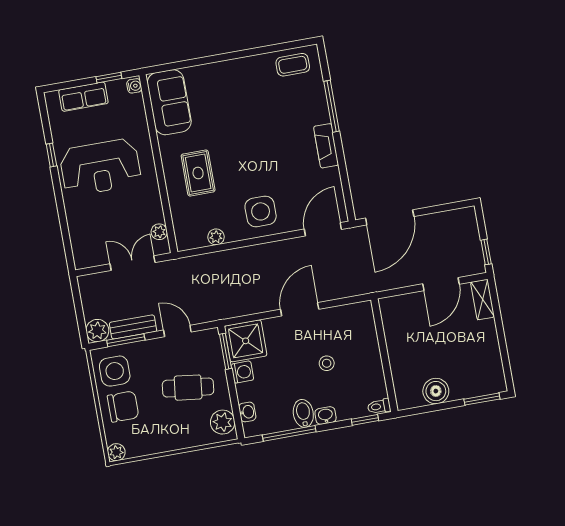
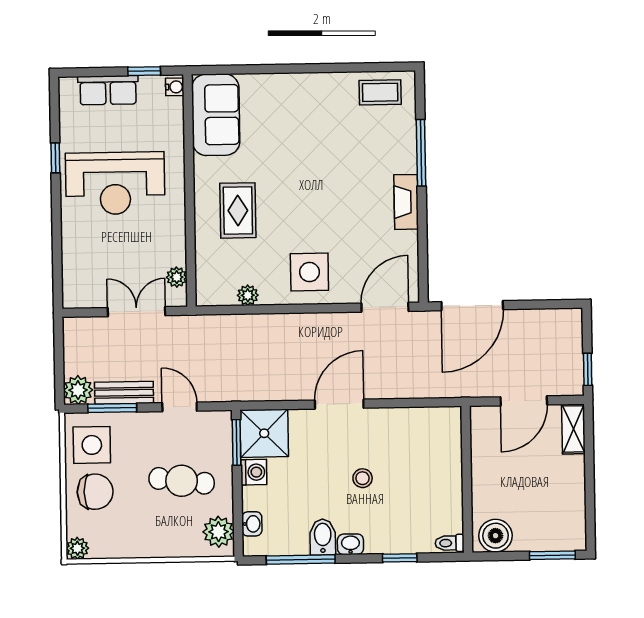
wall: (384, 355) -> (467, 479), moved
toilet: (379, 406) -> (450, 543), moved

